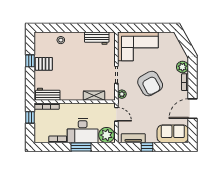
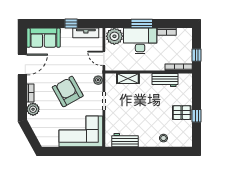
workbench: (48, 94) -> (165, 80), moved

